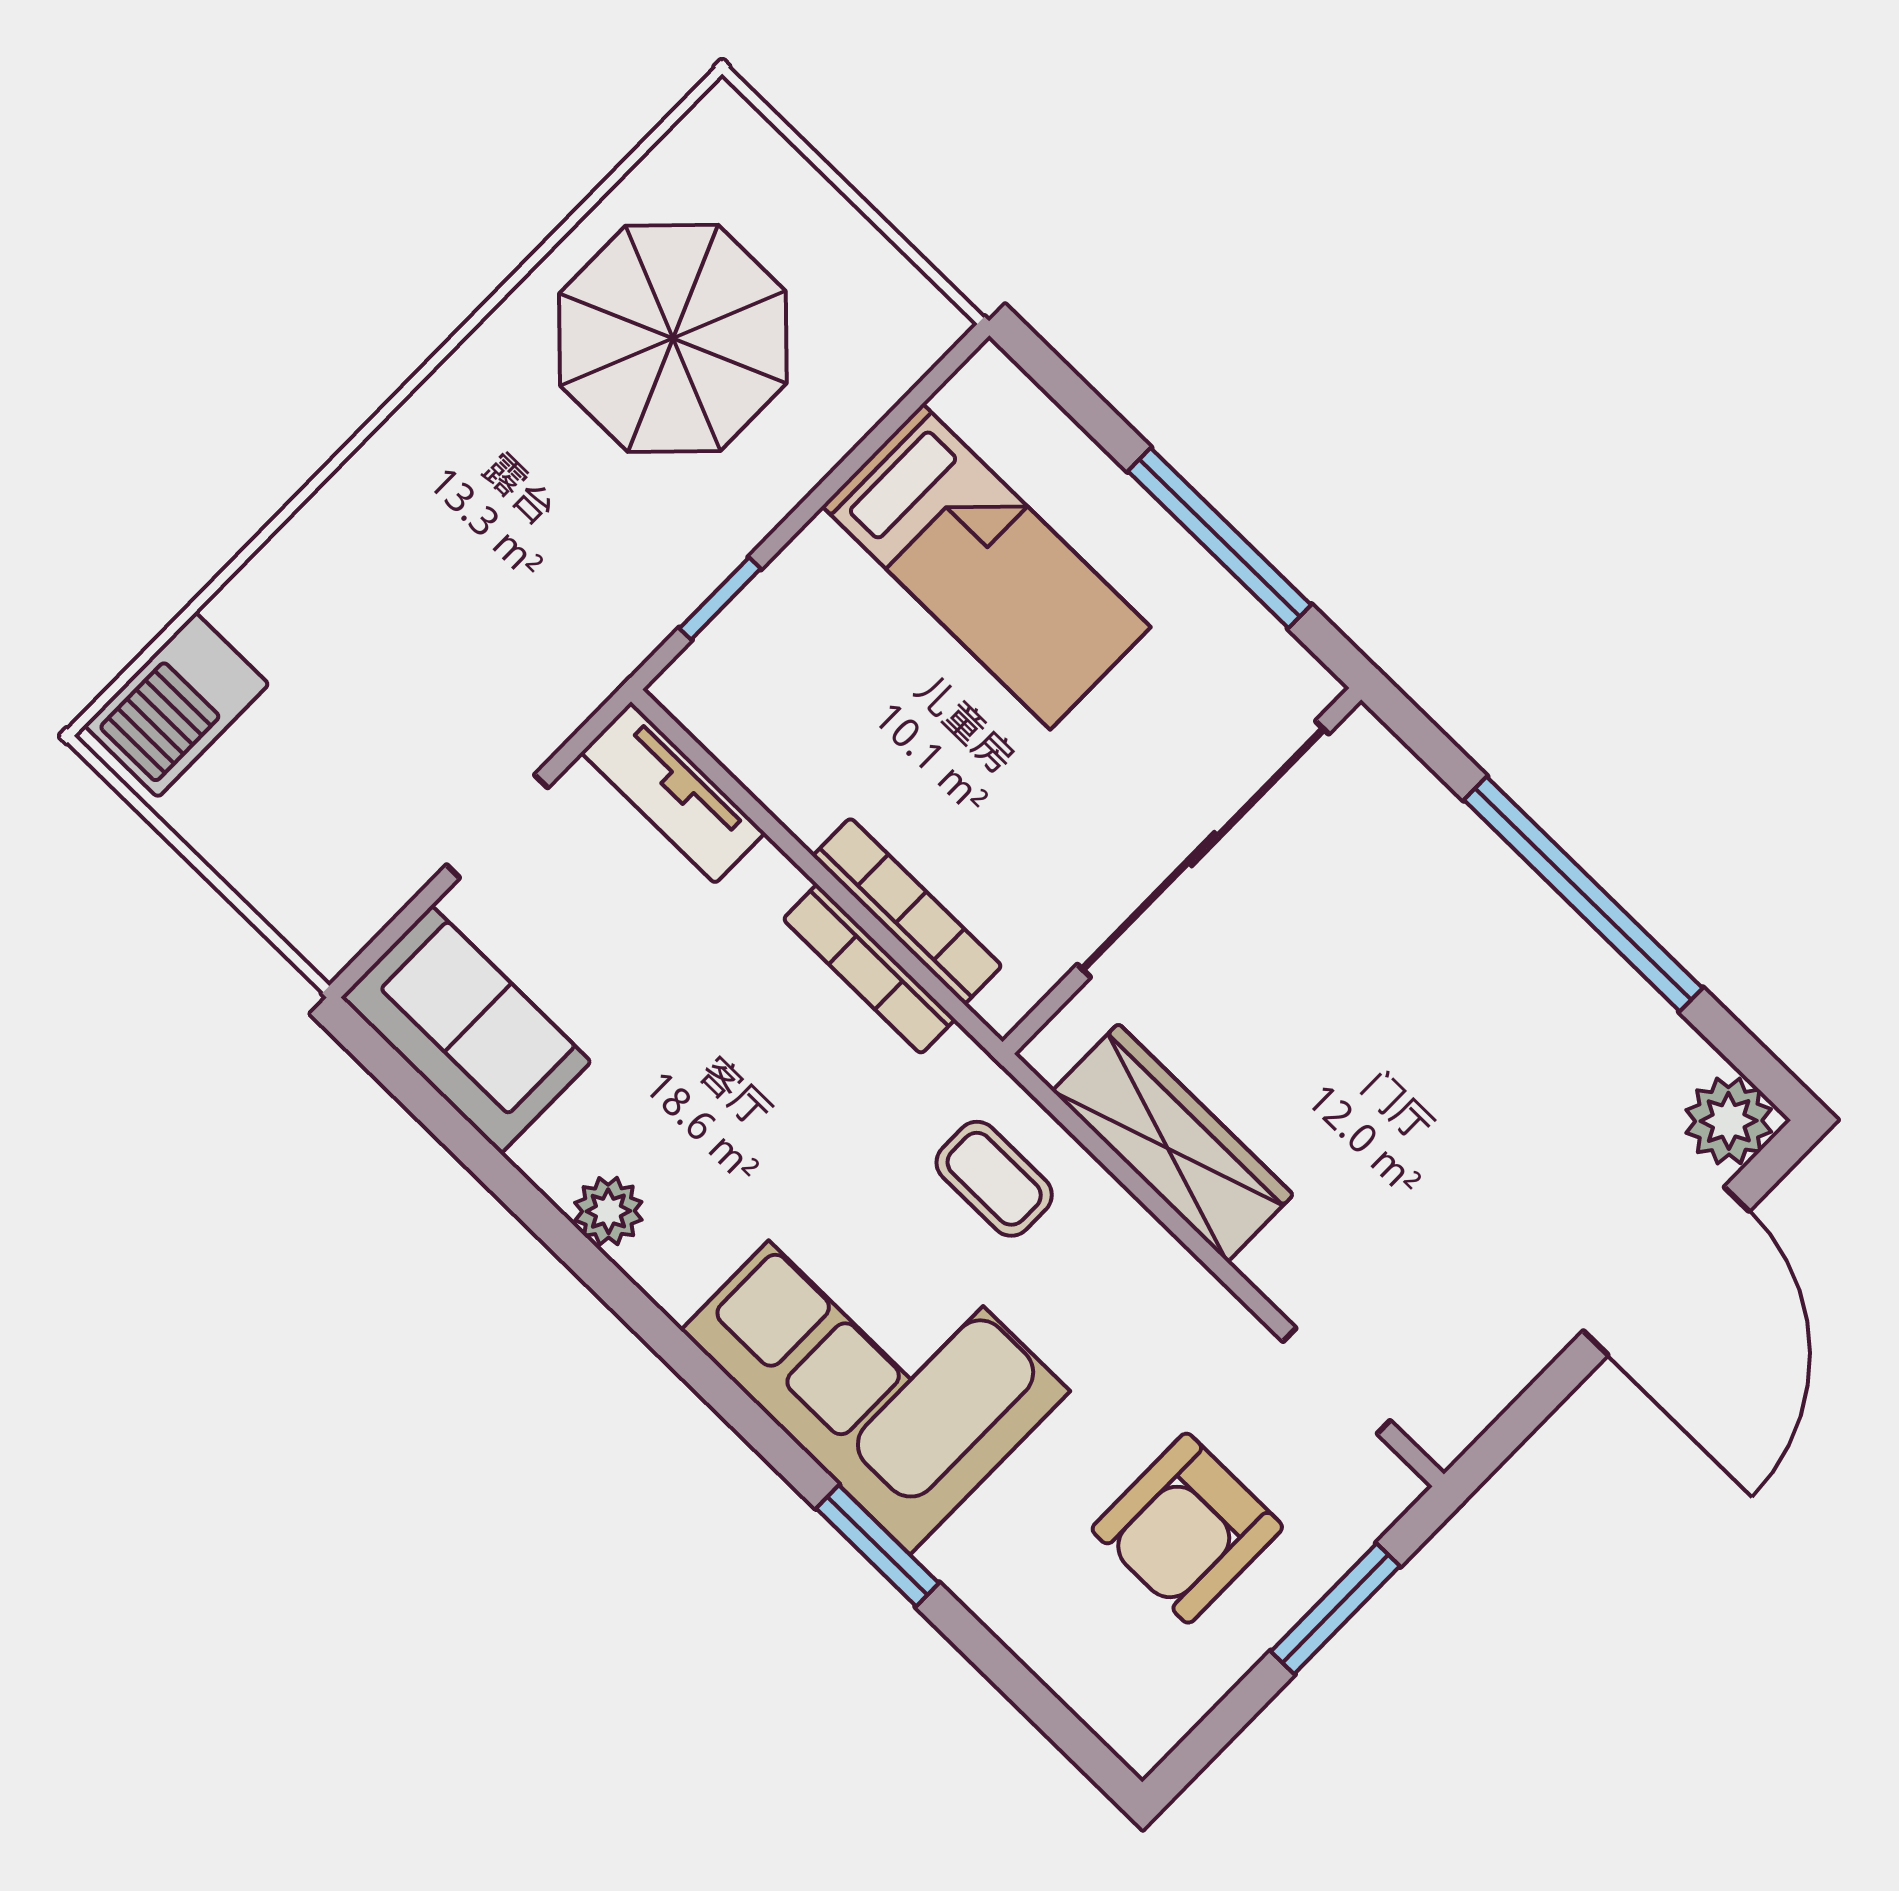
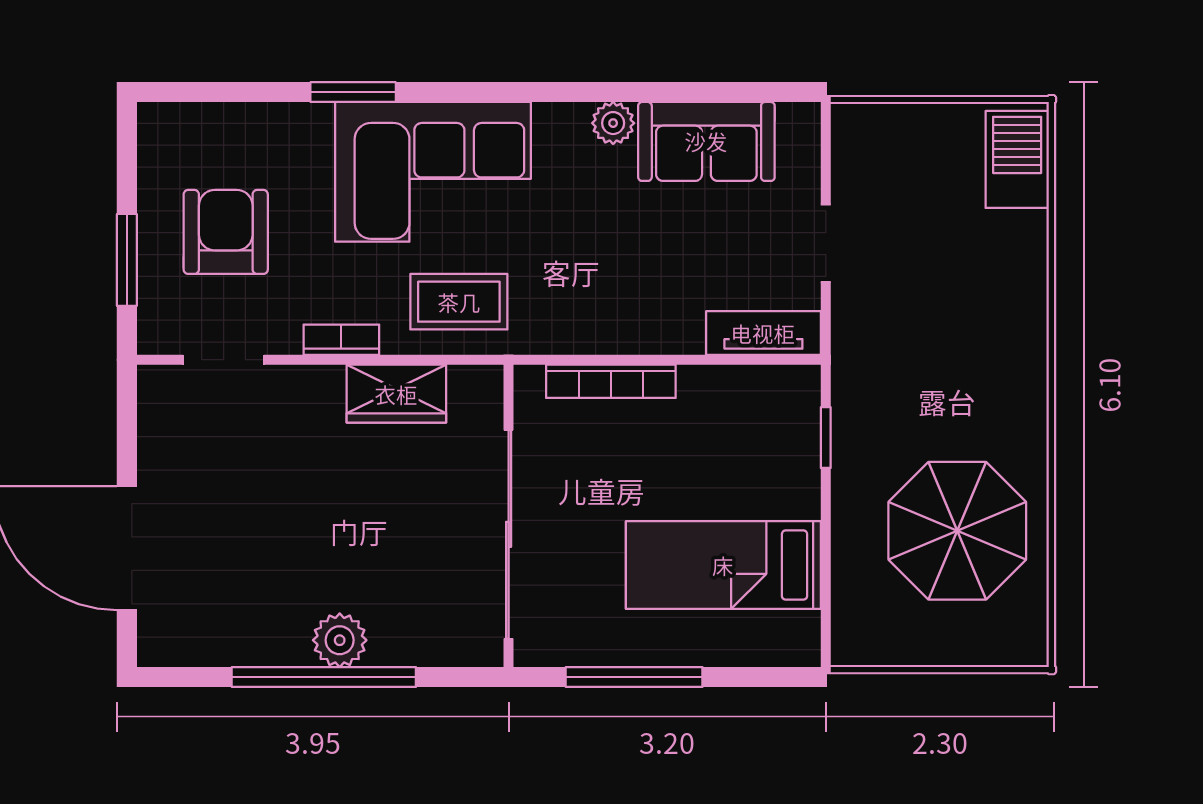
bookcase: (869, 969) -> (341, 340), moved, width x0.64
sofa: (466, 1030) -> (706, 141), moved
plant: (1729, 1121) -> (340, 640), moved
wardrobe: (1173, 1143) -> (396, 394), width x0.67
coffee table: (994, 1179) -> (459, 302), width x1.36, depth x1.30

